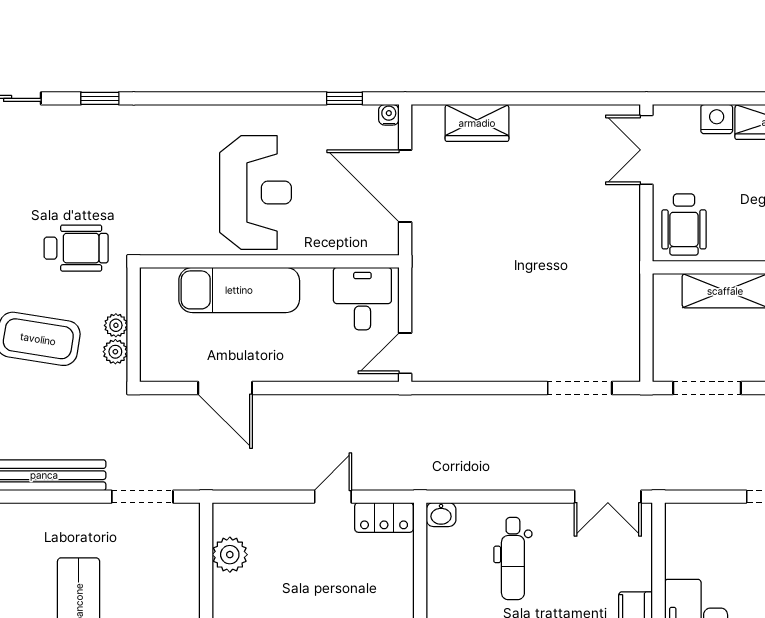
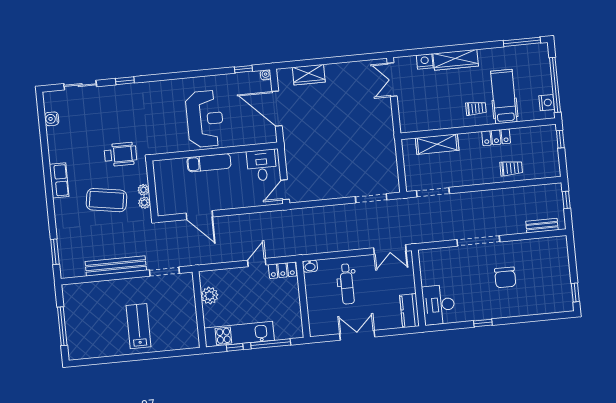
wheelchair: (684, 225) -> (414, 114), removed
exam couch: (239, 290) -> (209, 163), width x0.73, depth x0.69

